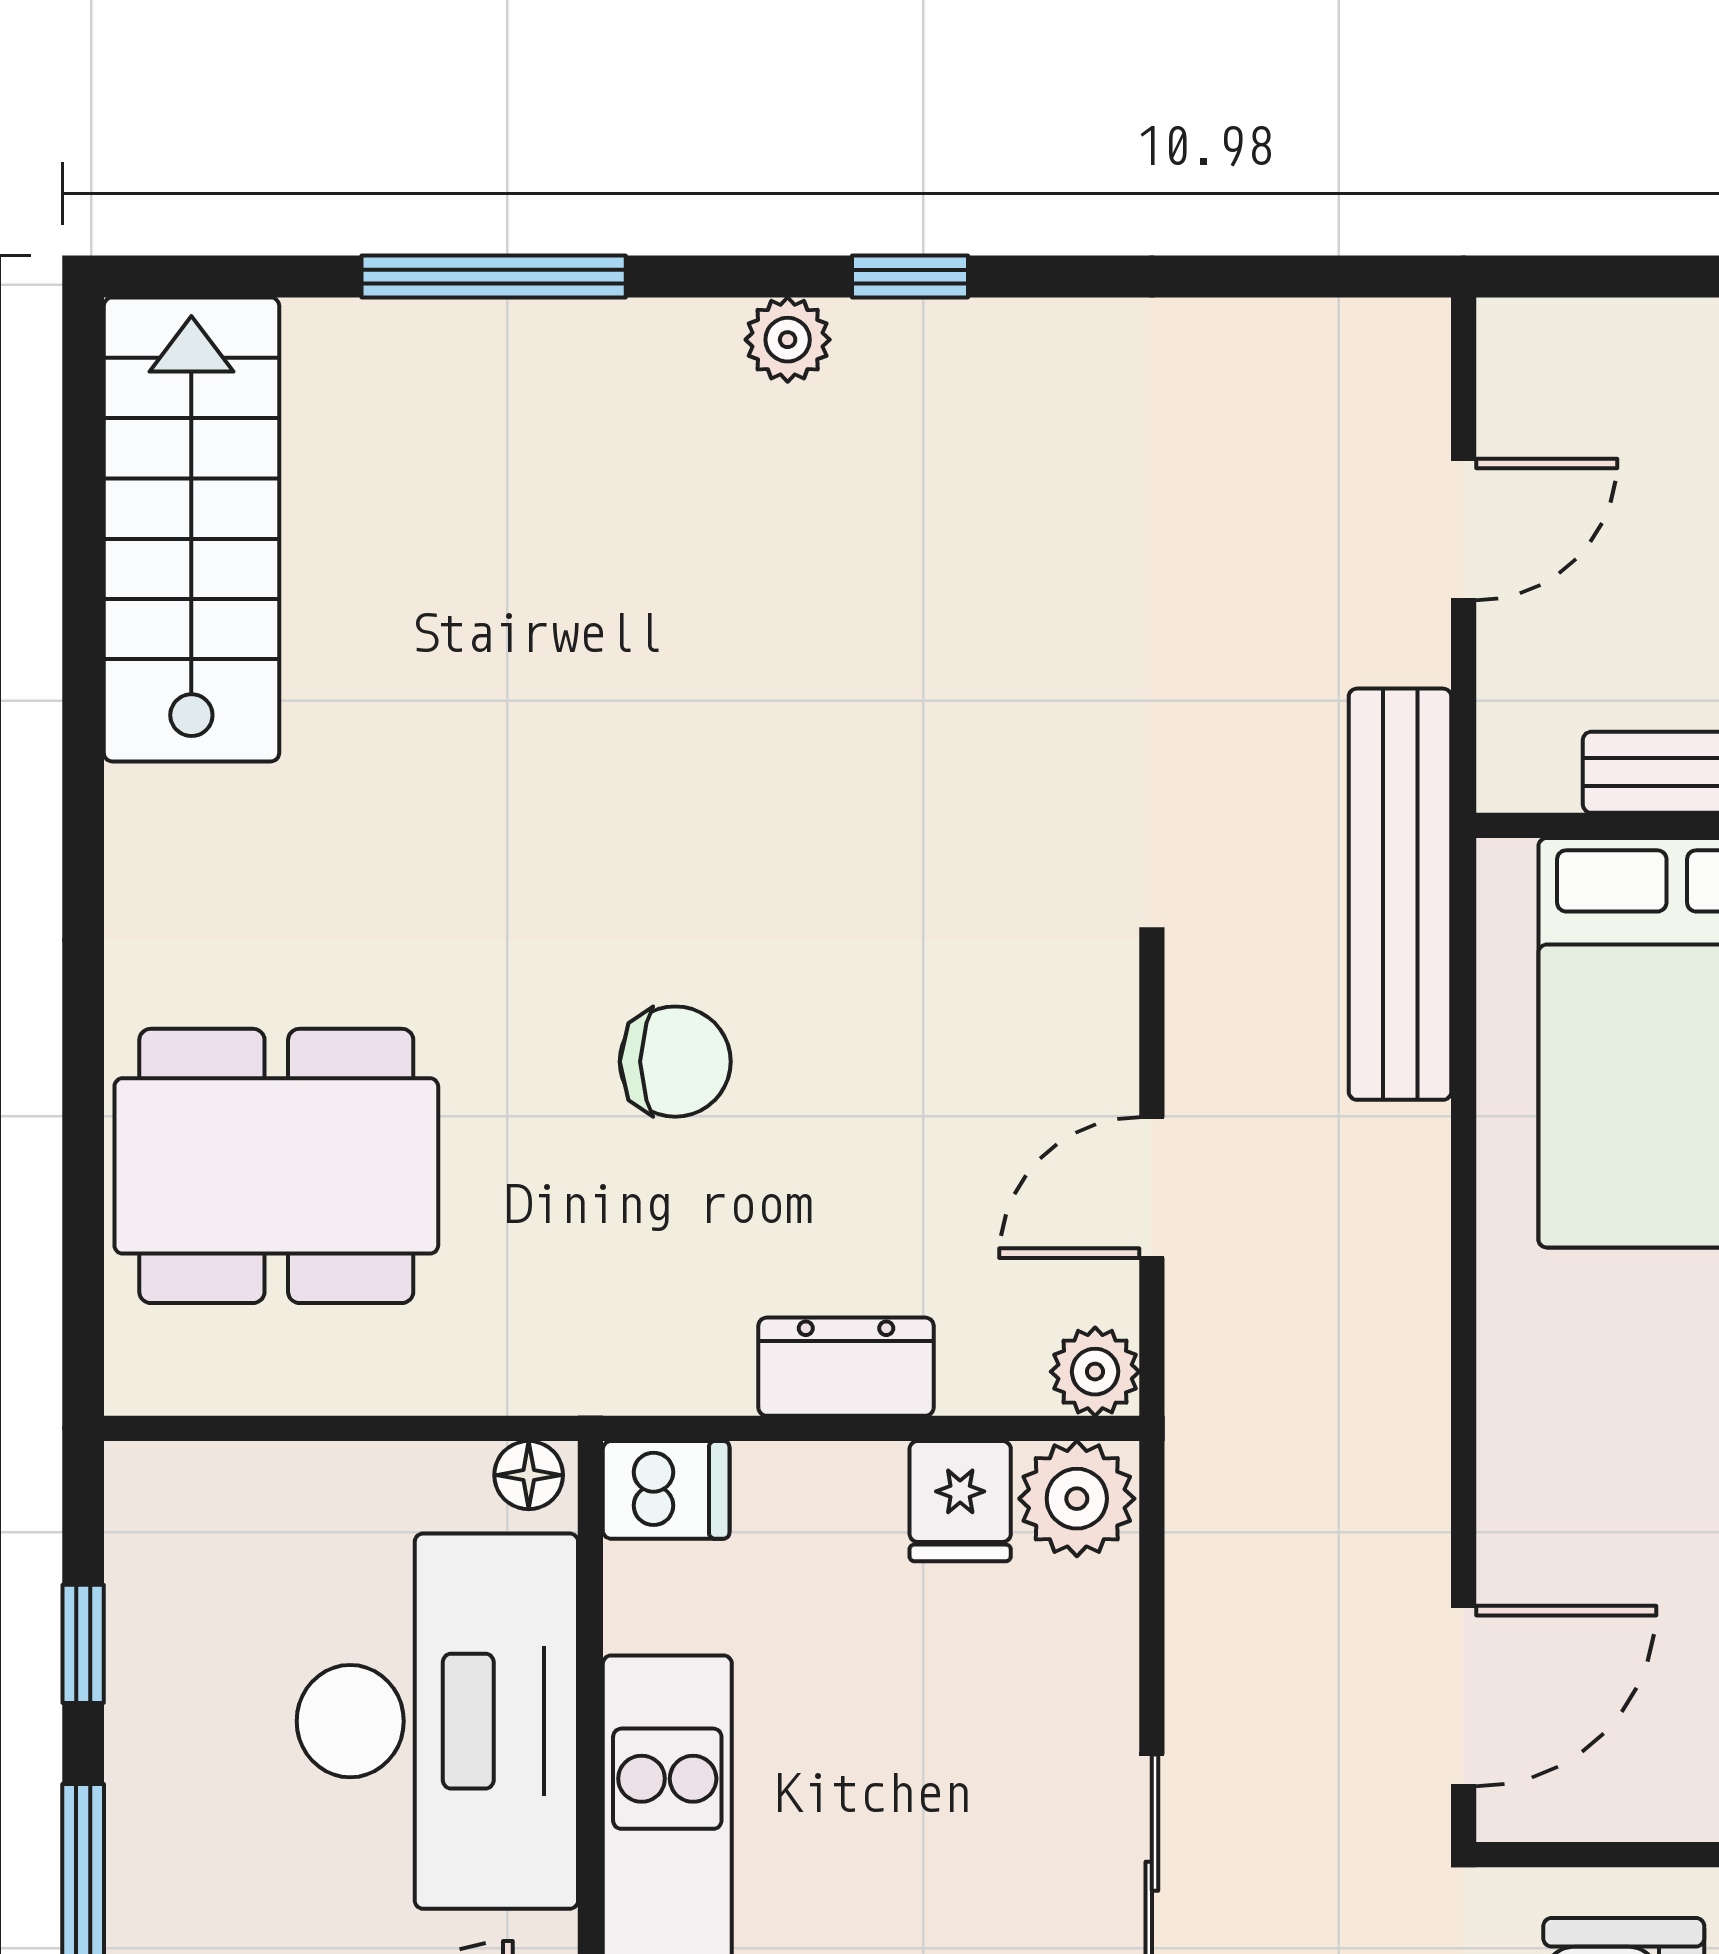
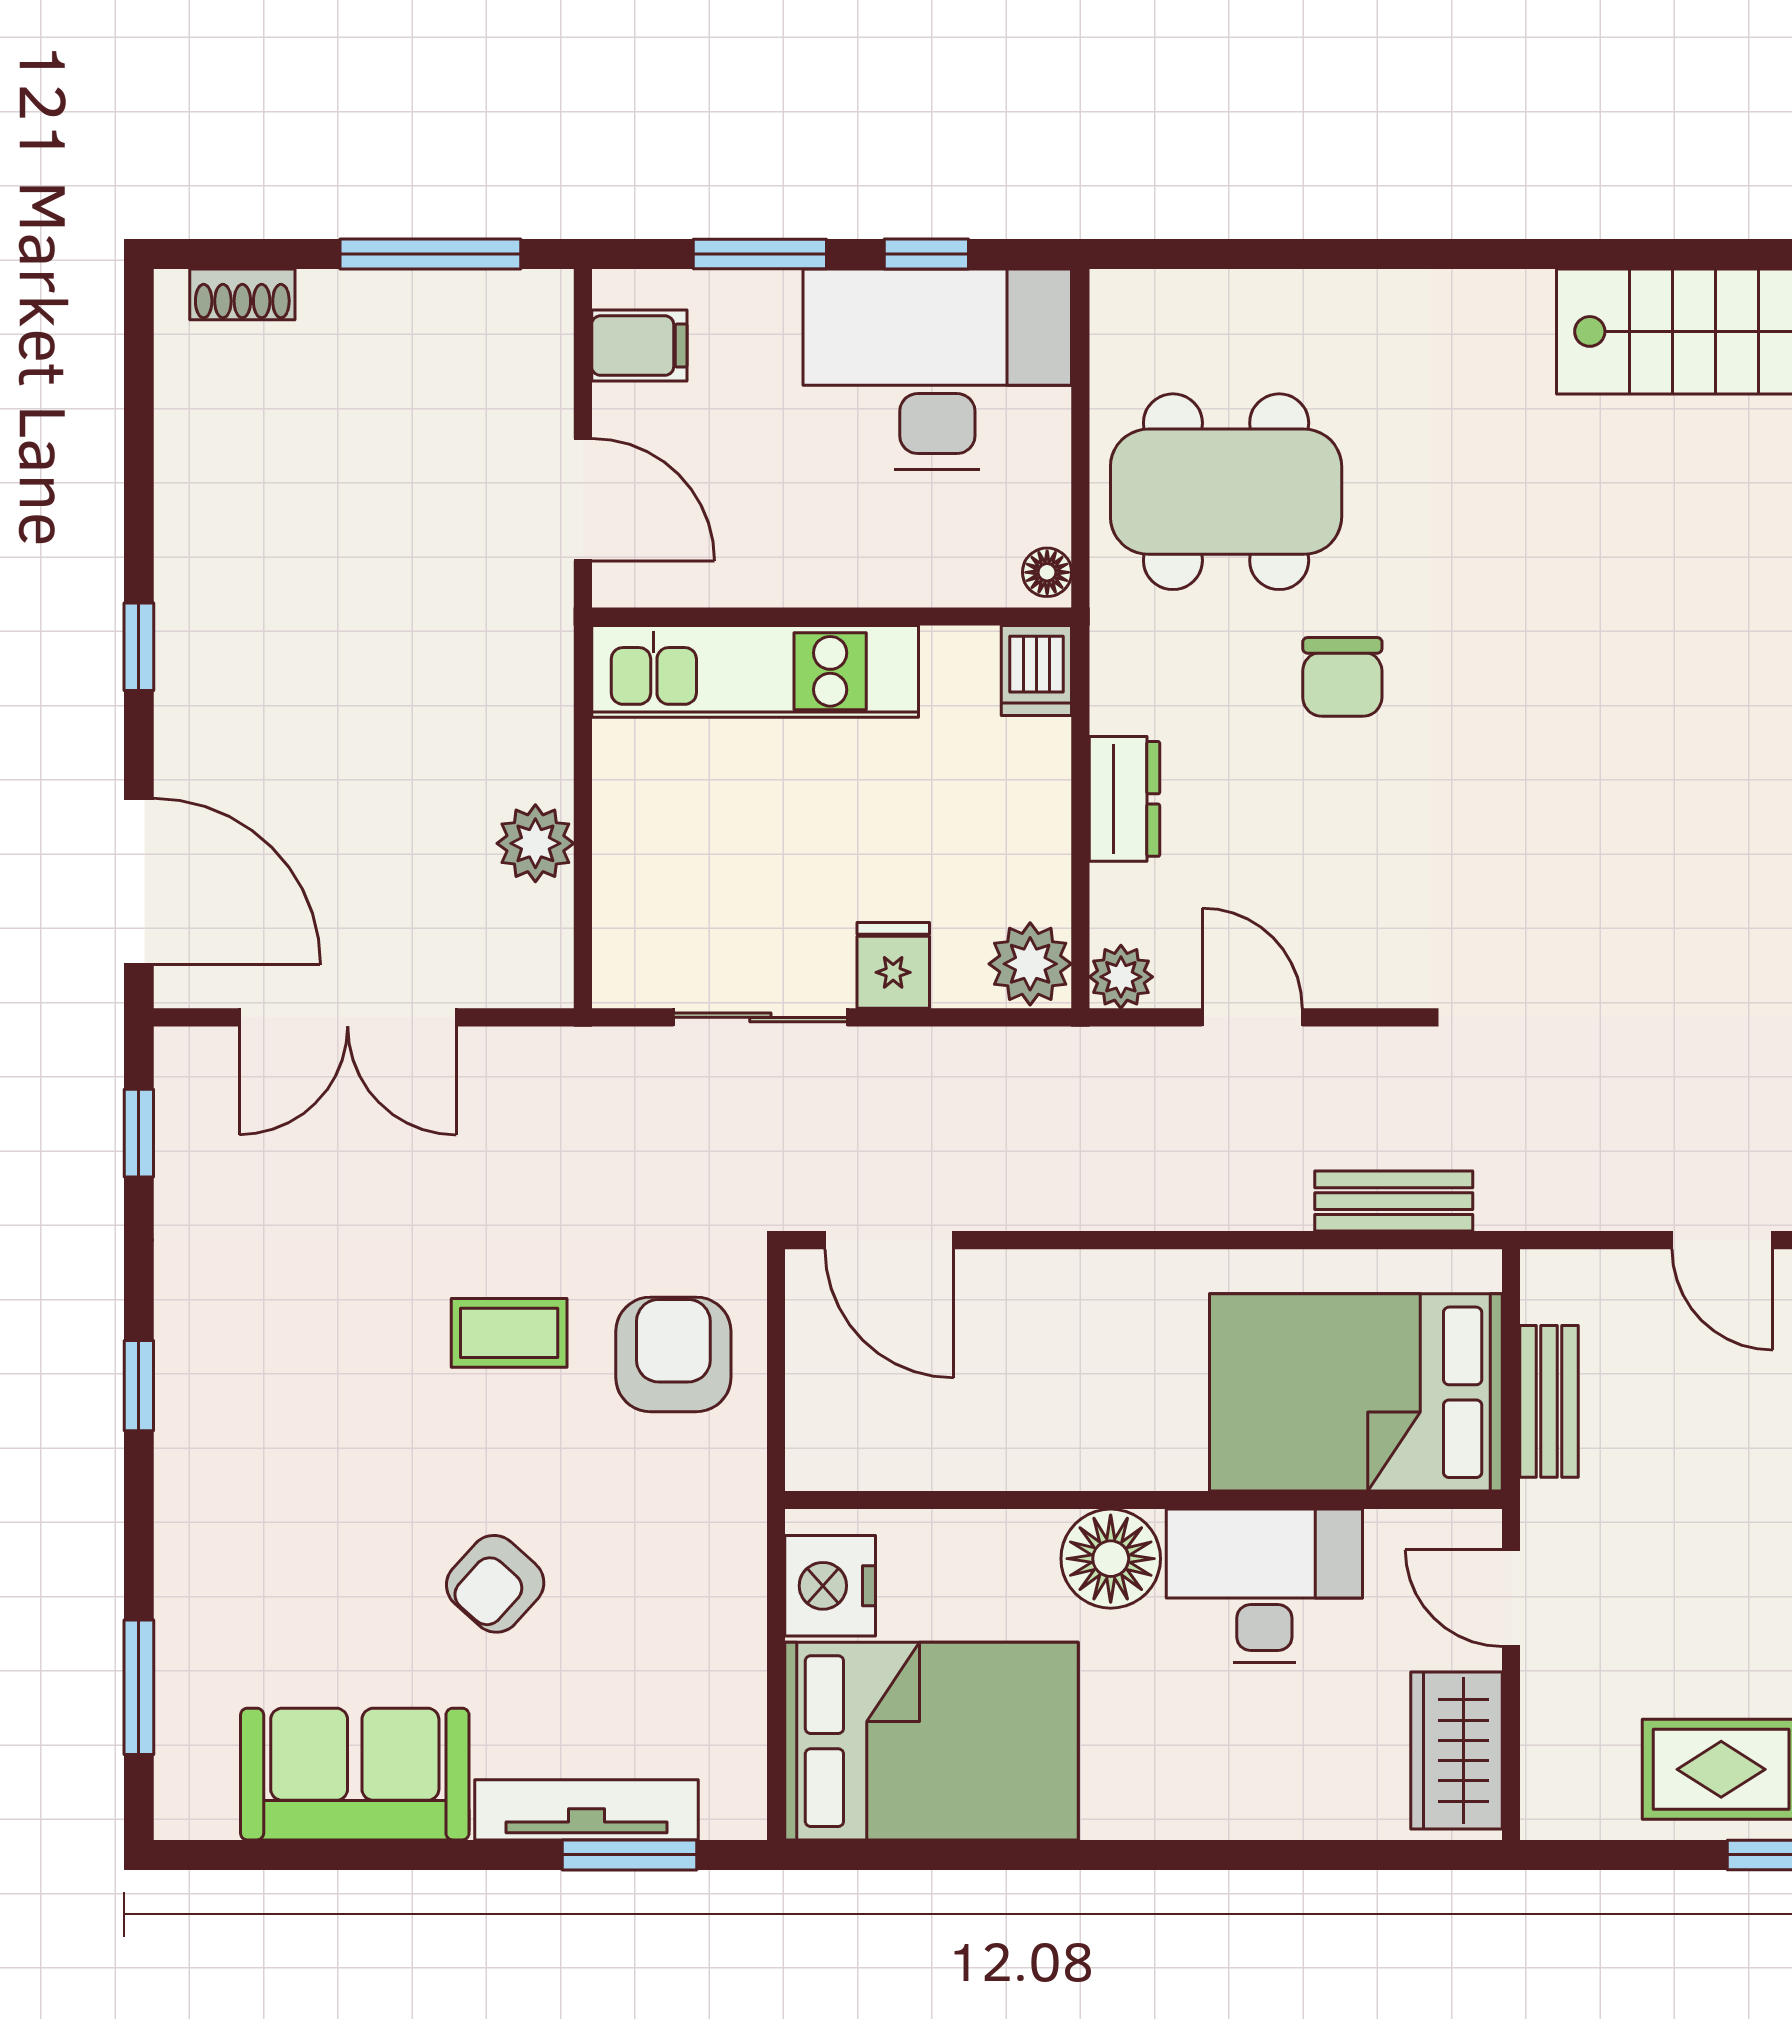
bench: (1400, 894) -> (1394, 1201), width x0.54, depth x0.82
dining table: (276, 1166) -> (1226, 492), moved, turned 90
fridge: (960, 1501) -> (893, 965), moved, turned 90
desk: (437, 1721) -> (937, 369), moved, turned 180

